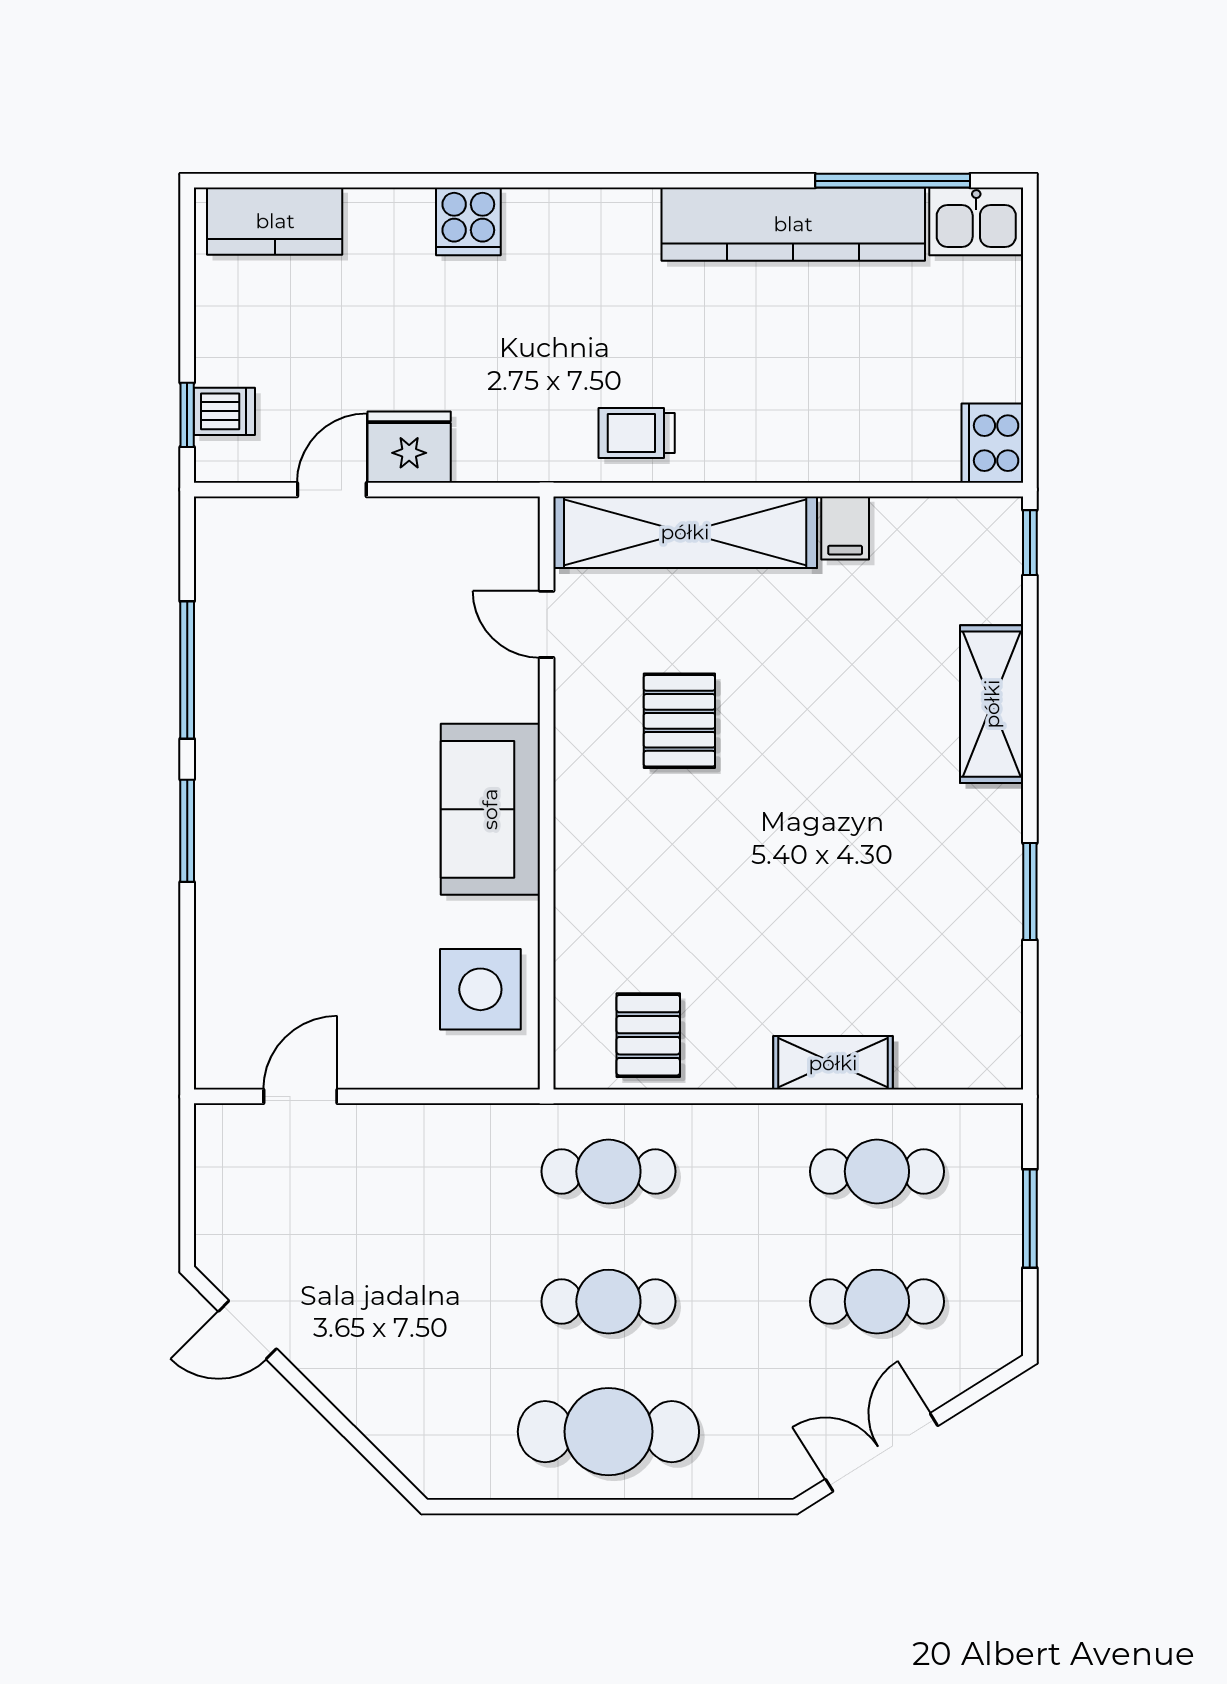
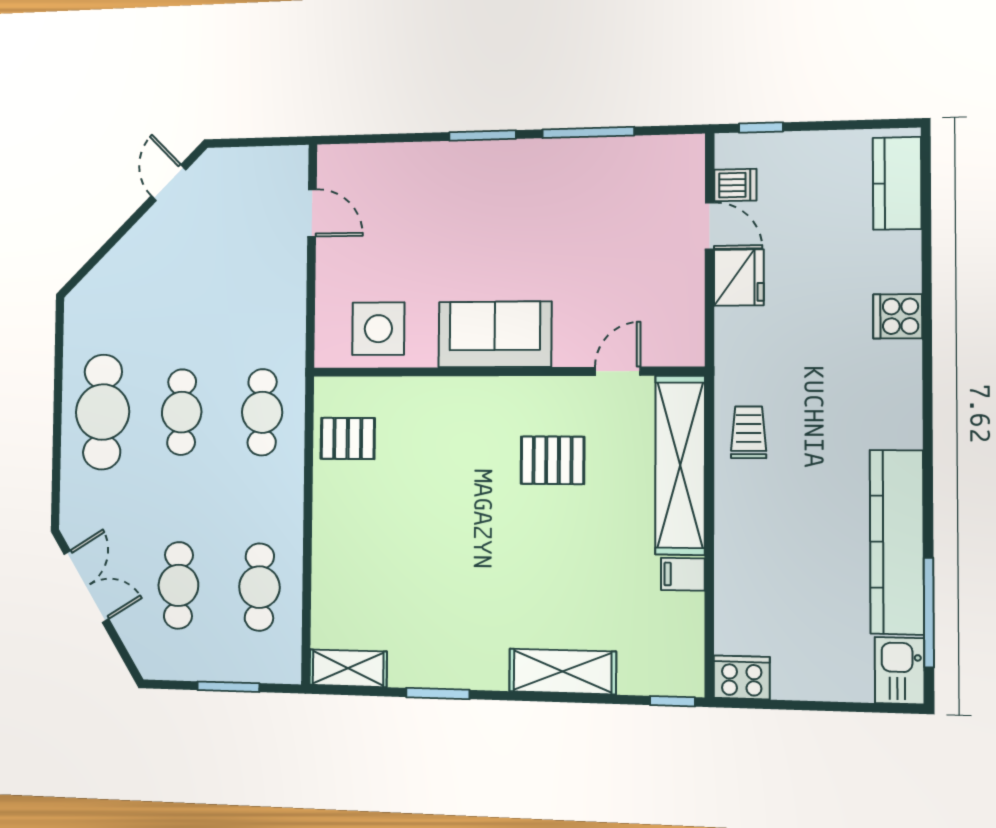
dishwasher: (224, 411) -> (735, 185), moved, turned -90
shelving: (833, 1063) -> (348, 668), moved, turned 90

